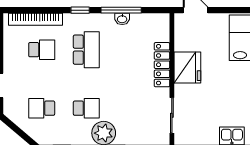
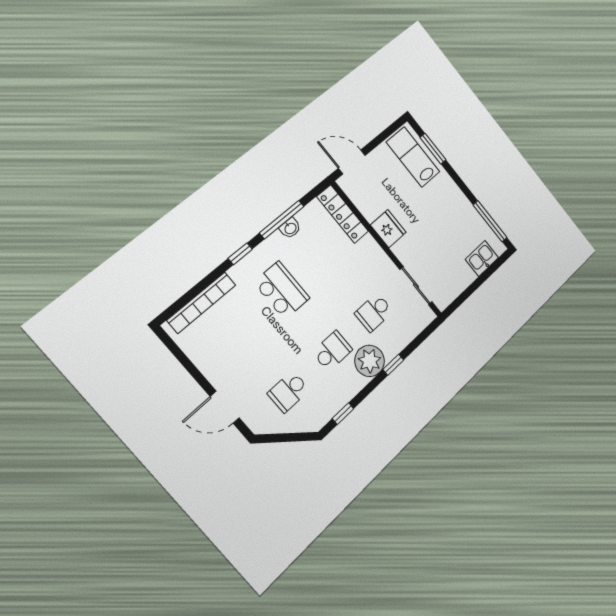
school desk: (42, 50) -> (374, 312), moved, turned 180
locker: (162, 65) -> (343, 214), moved
fridge: (187, 68) -> (388, 229), width x0.73, depth x0.75

